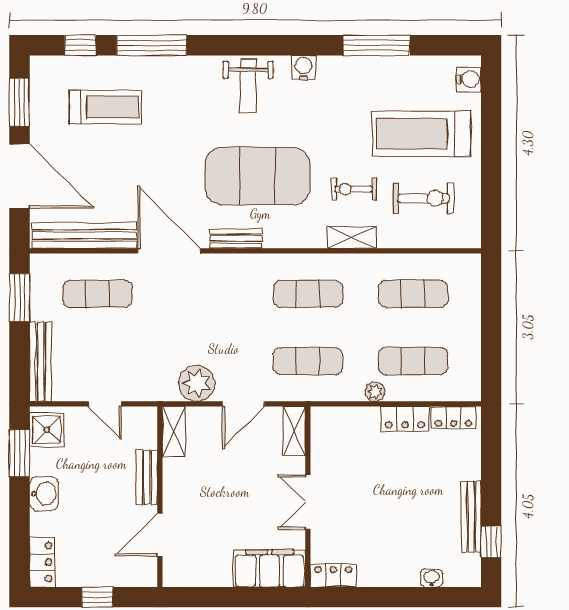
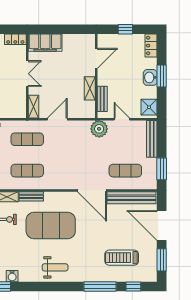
water cooler: (303, 67) -> (12, 276), moved
weight bench: (248, 86) -> (55, 267), turned 90
bench: (236, 238) -> (31, 196), moved
plant: (197, 383) -> (99, 129), moved
shelving: (174, 432) -> (90, 88), moved
window: (20, 453) -> (162, 76), moved
bench: (147, 477) -> (102, 99), moved

